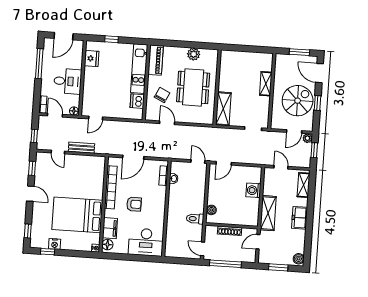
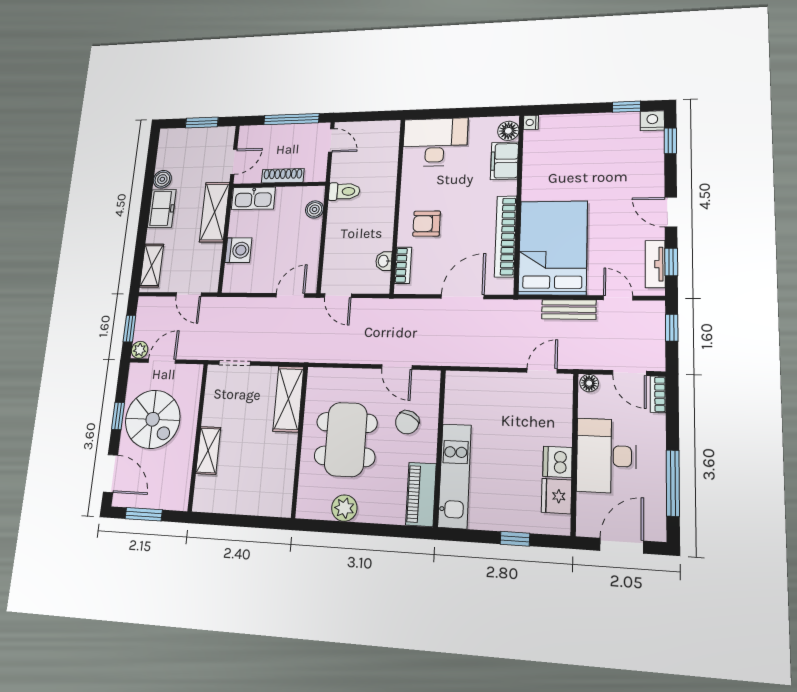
desk: (68, 81) -> (606, 456), width x1.37
dishwasher: (137, 101) -> (557, 462), moved, turned 180
spiral stairs: (298, 101) -> (153, 419), turned -90
tv unit: (40, 168) -> (655, 264), added
armchair: (134, 204) -> (427, 224), moved
bed: (77, 215) -> (553, 248), moved, turned -90
kitchen sink: (246, 219) -> (253, 198), added
nightstand: (55, 244) -> (652, 121), moved
boiler: (299, 259) -> (162, 179), moved

